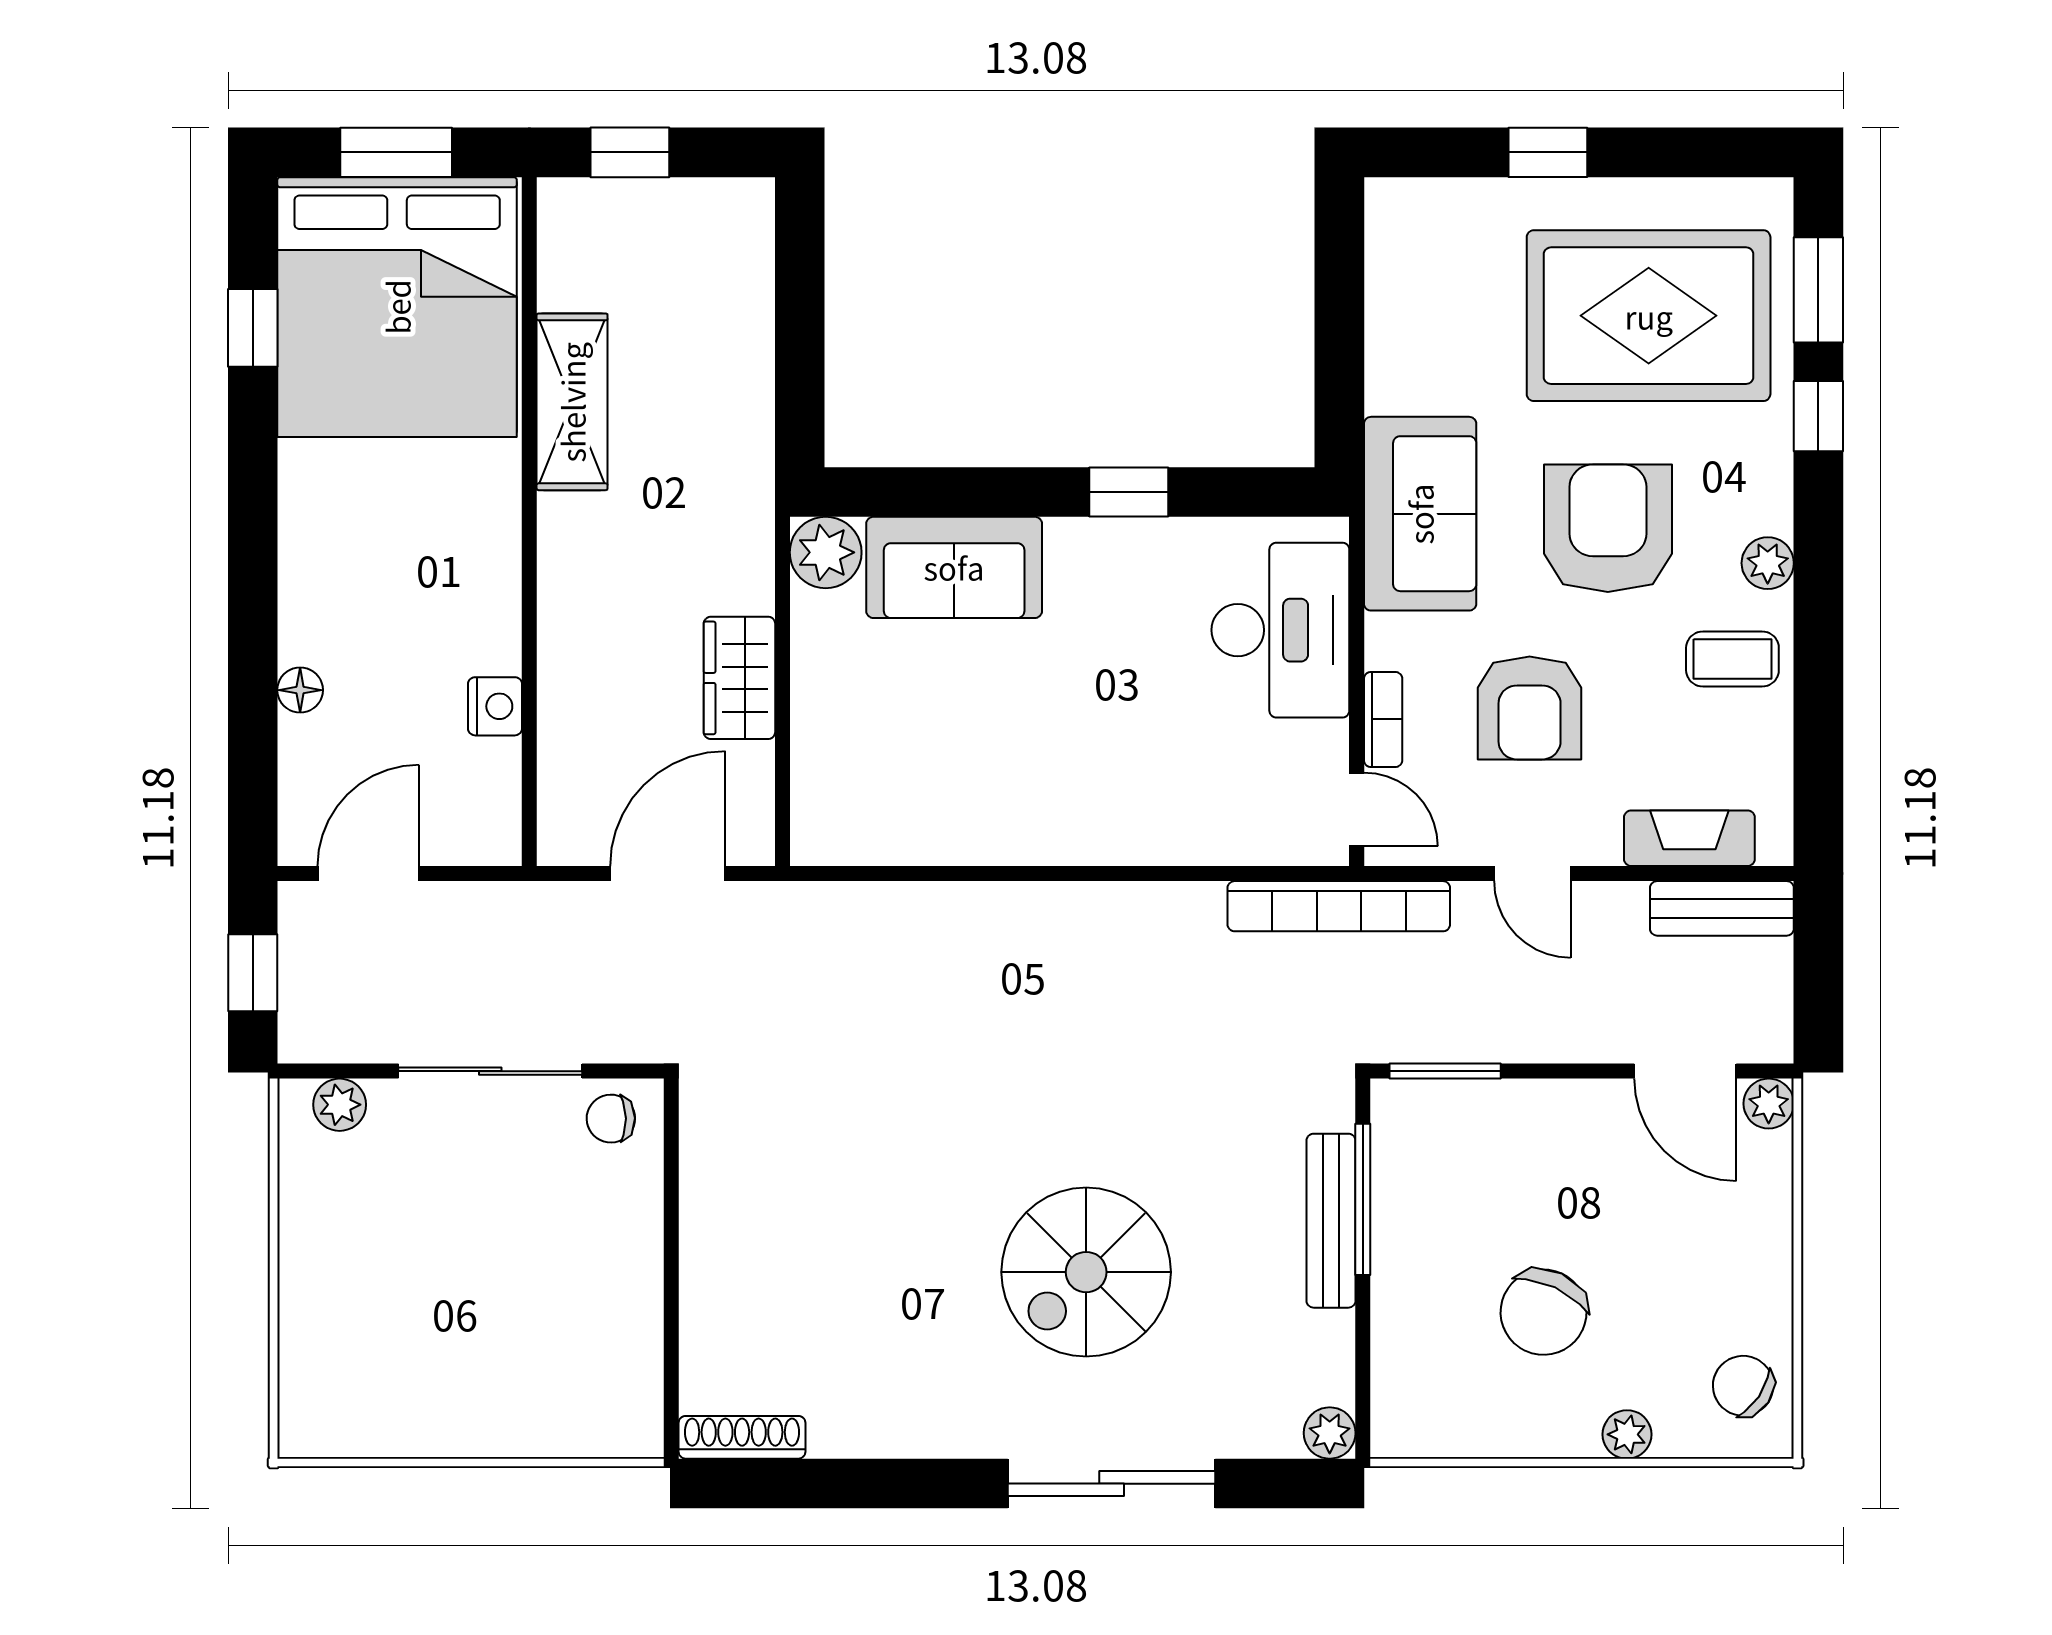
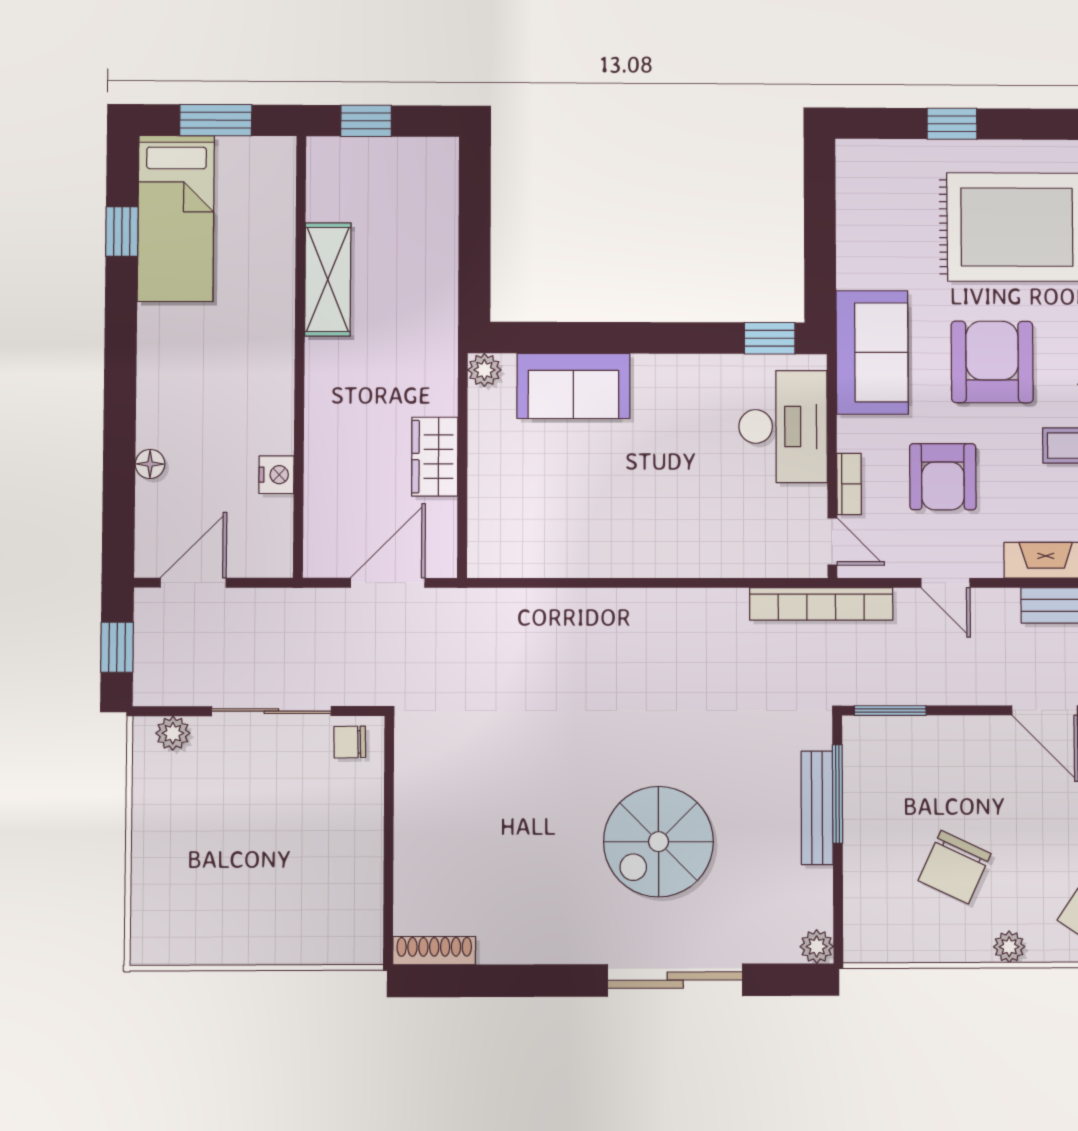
bed: (397, 307) -> (176, 218), width x0.49
window: (1129, 492) -> (770, 338), moved
plant: (826, 552) -> (484, 370), width x0.73, depth x0.73

